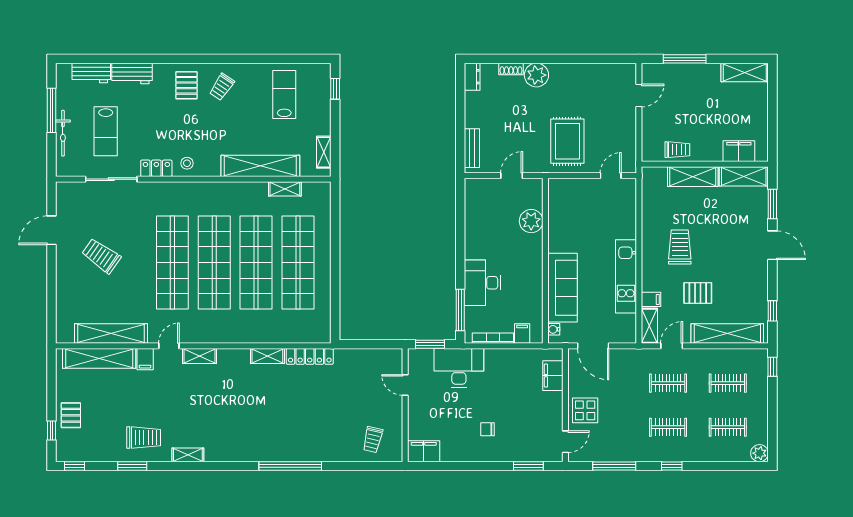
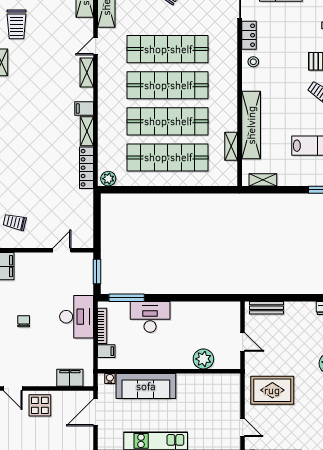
plant: (322, 331) -> (108, 179), added
door: (169, 346) -> (96, 46), swing flipped
filing cabinet: (145, 359) -> (84, 109), moved
desk: (459, 368) -> (77, 317), moved

